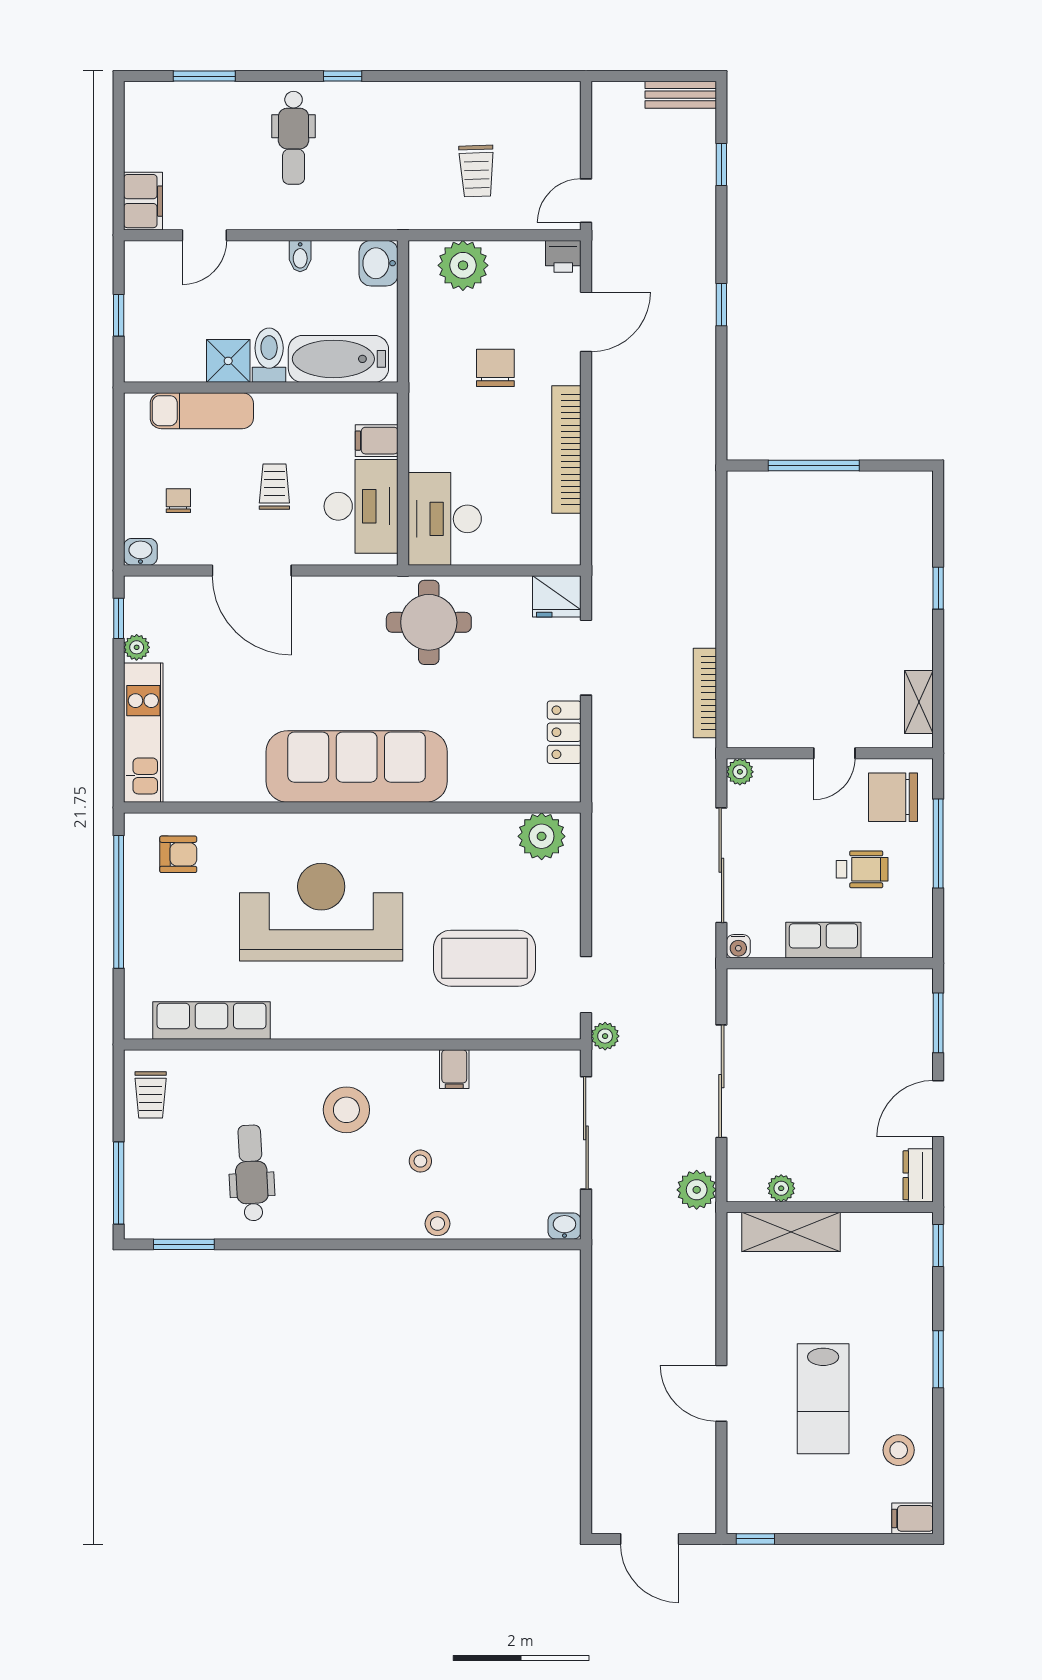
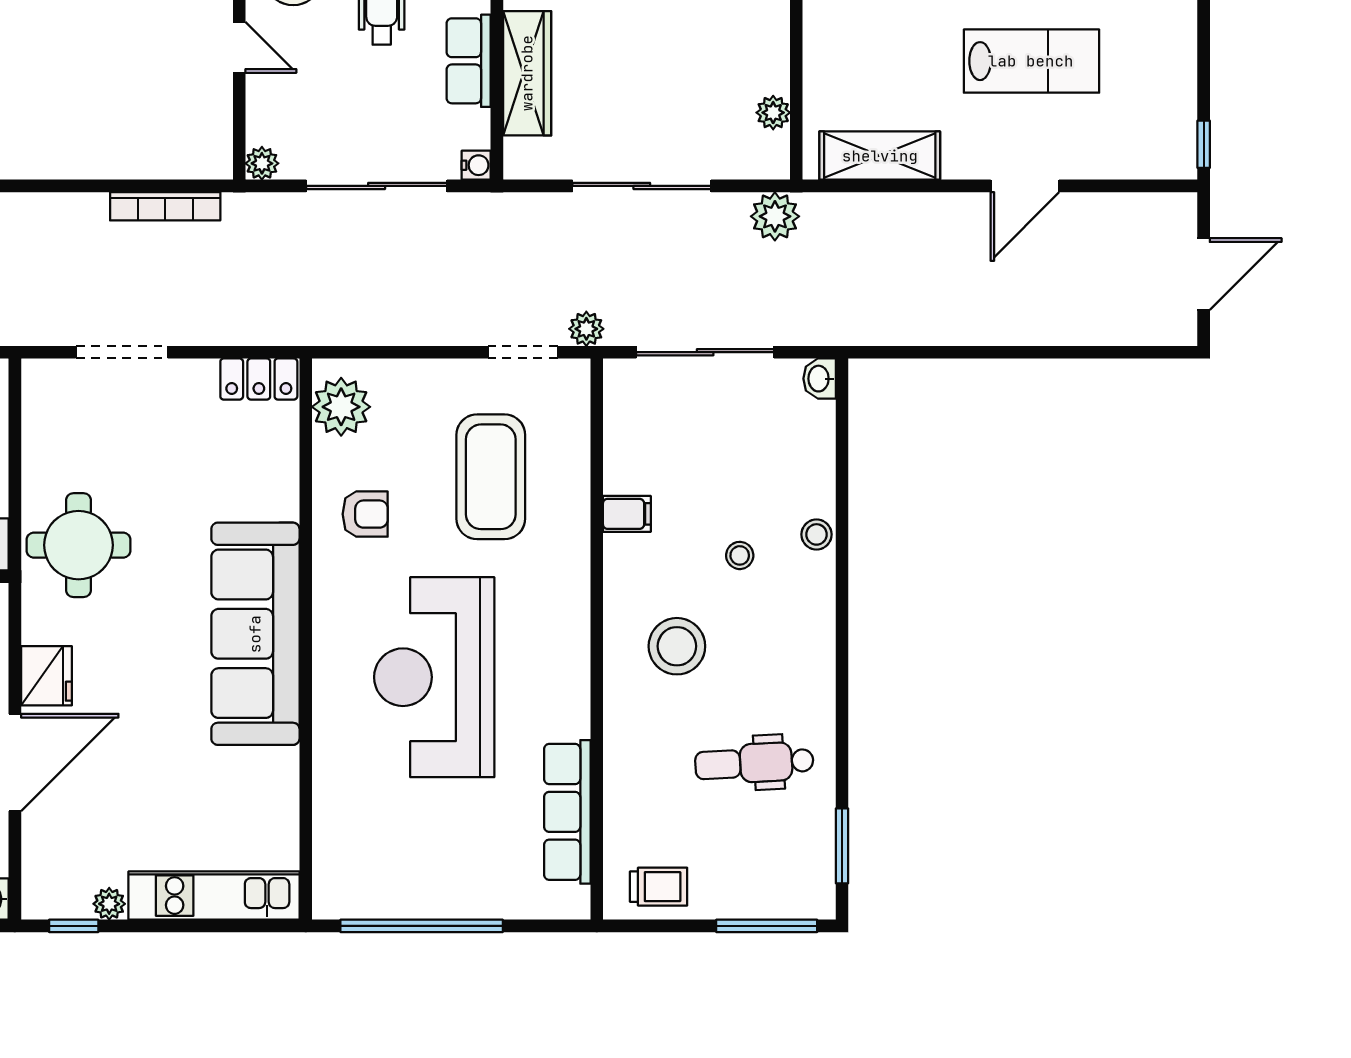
fridge: (557, 596) -> (46, 676), moved
locker: (564, 732) -> (259, 379), moved
armchair: (178, 854) -> (365, 514), moved, turned 90
wardrobe: (813, 988) -> (527, 73), added
shelving: (791, 1232) -> (880, 156), moved, turned 90

